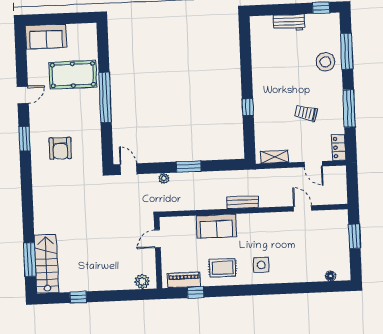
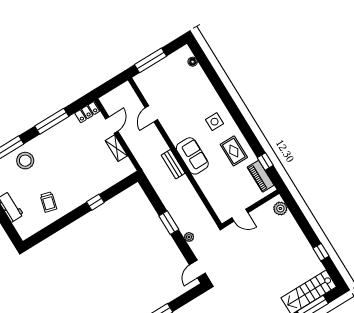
trolley: (306, 113) -> (48, 202), moved
shelving: (274, 157) -> (116, 148), moved
sofa: (216, 226) -> (192, 156), moved
window: (354, 236) -> (151, 60), width x1.44

